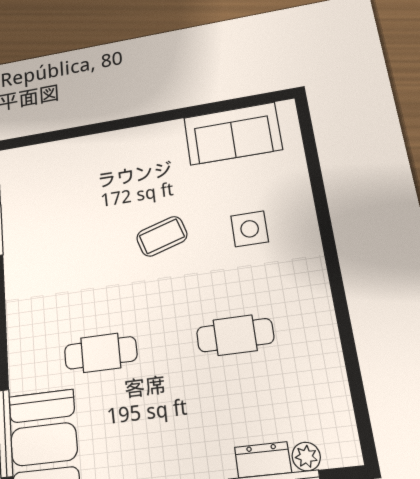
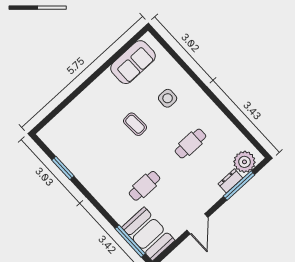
coffee table: (162, 236) -> (135, 124), turned -76
plant: (306, 457) -> (244, 162), width x1.88, depth x1.88

